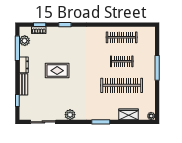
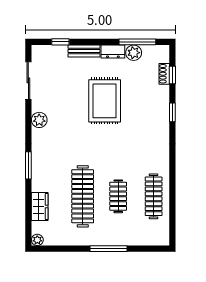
plant: (25, 41) -> (134, 53), moved
rug: (57, 71) -> (105, 101), width x1.36, depth x1.43

